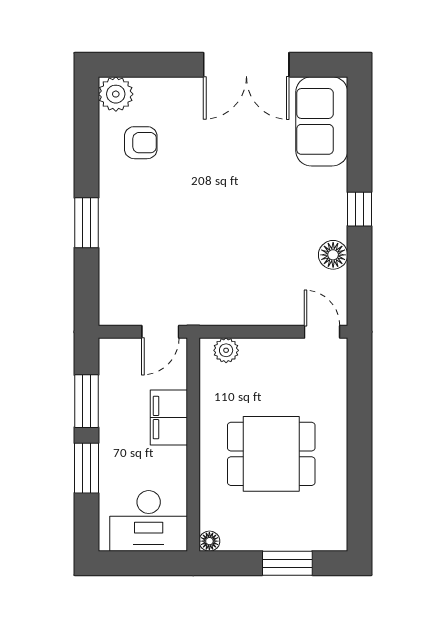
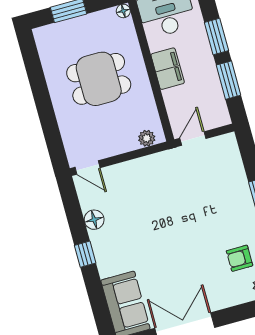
filing cabinet: (169, 418) -> (168, 69), moved

